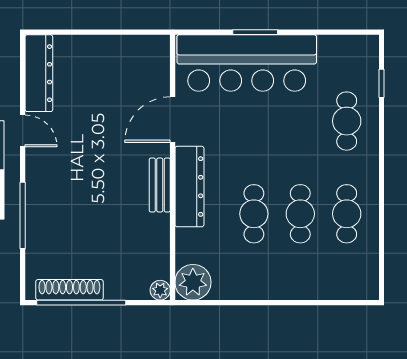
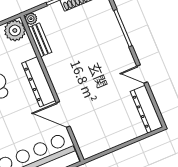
door: (173, 120) -> (63, 114), swing flipped
bench: (160, 185) -> (40, 40), moved

